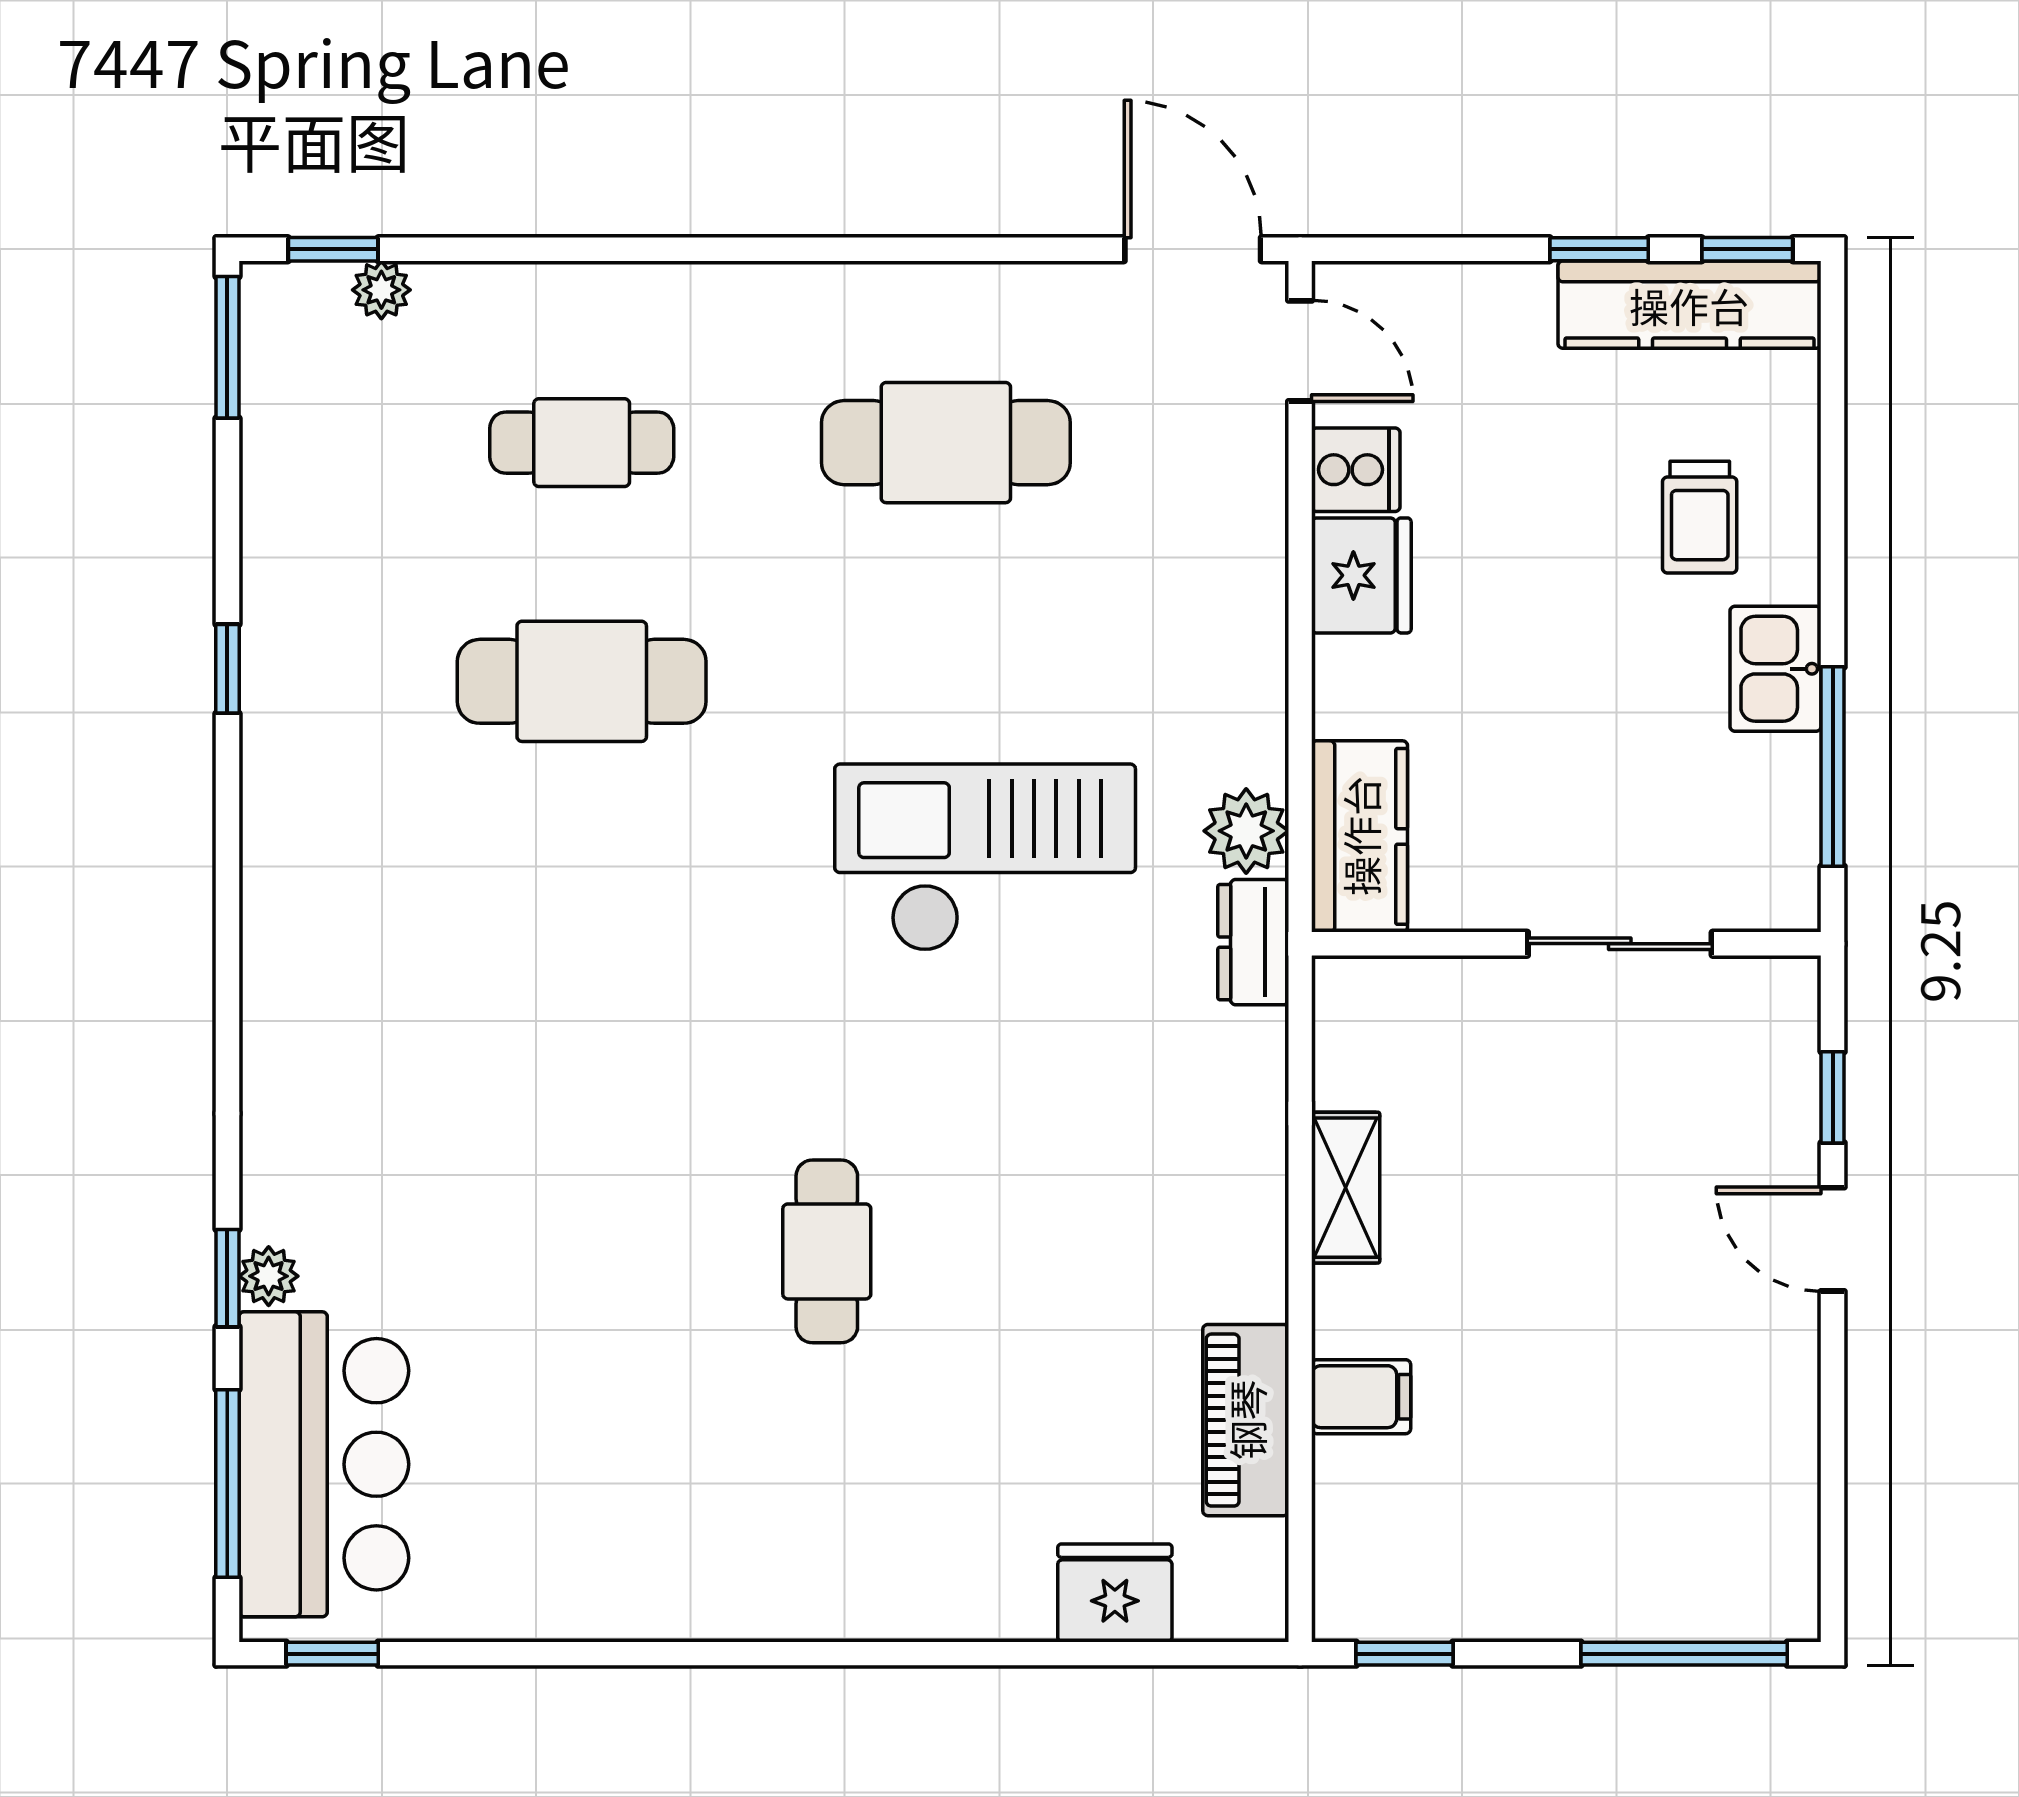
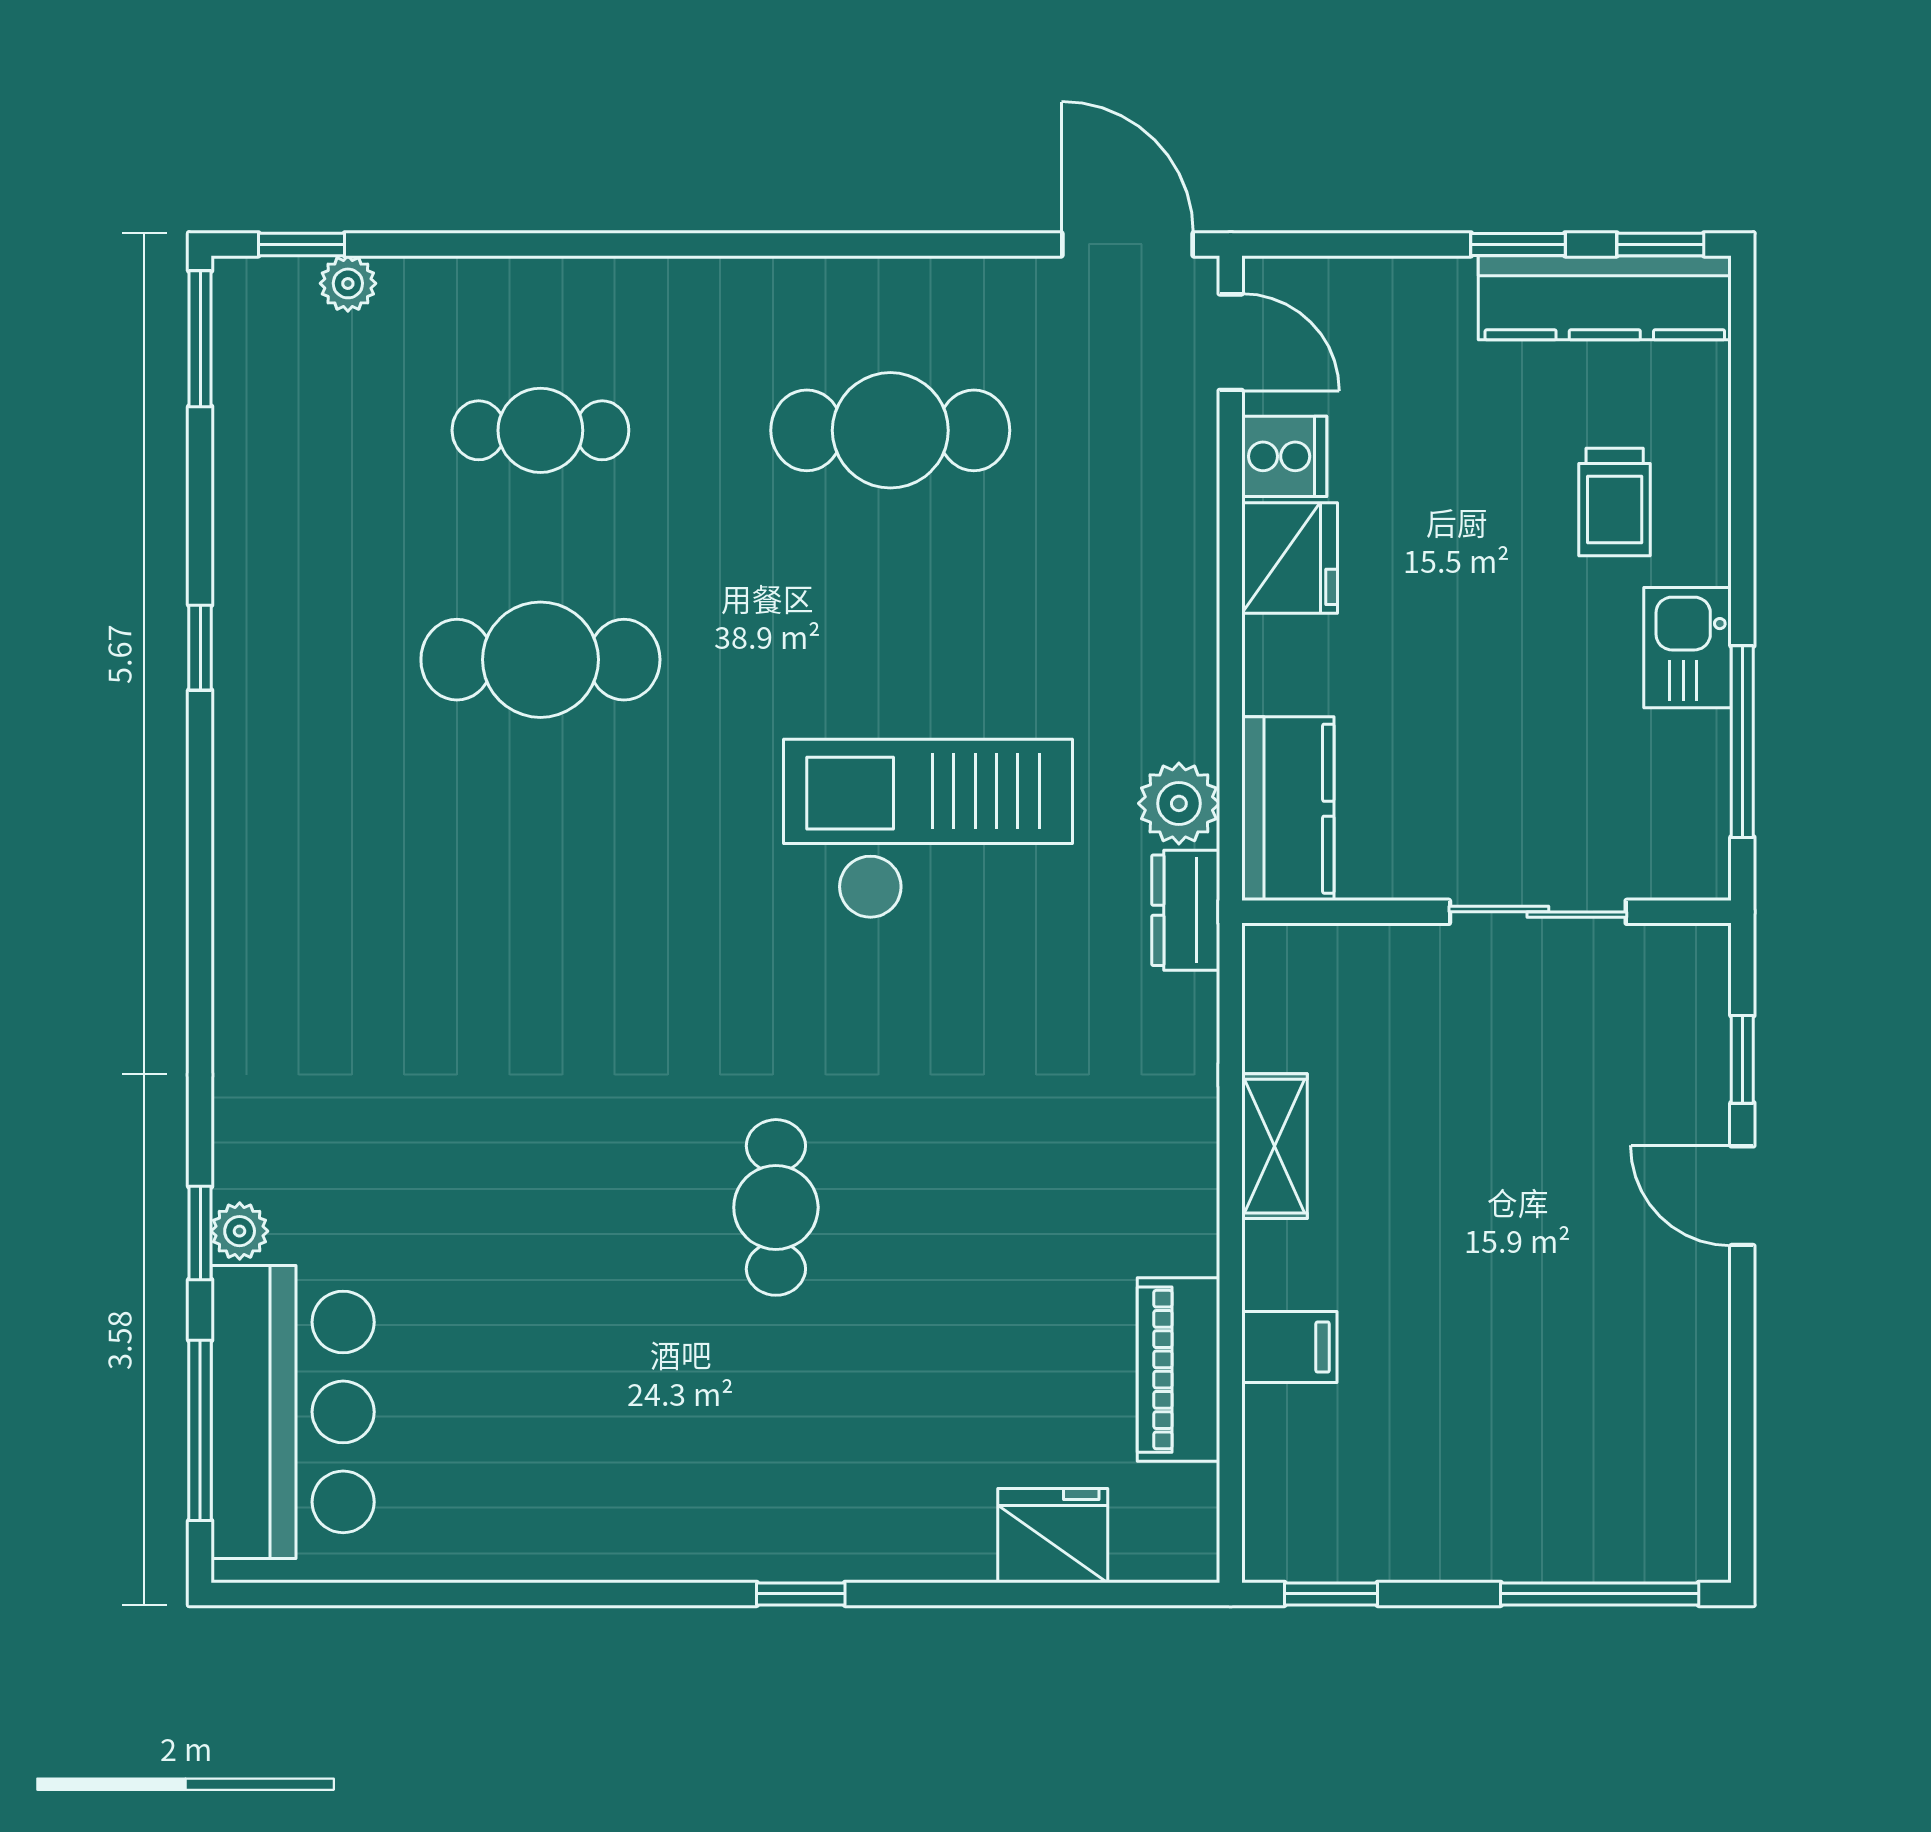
window: (332, 1654) -> (801, 1594), moved

